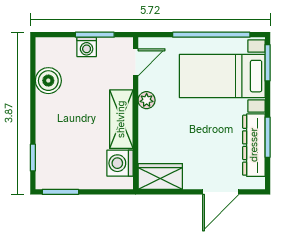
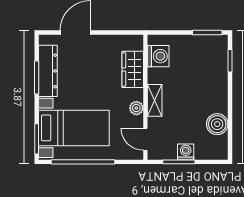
door: (136, 62) -> (145, 139), hinge flipped
shelving: (121, 119) -> (155, 100), width x0.67, depth x0.75
wardrobe: (160, 176) -> (133, 69), moved, turned 90

